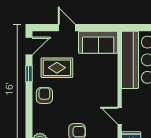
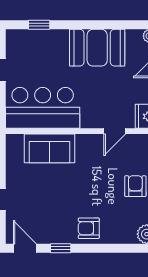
sofa: (98, 42) -> (49, 148), moved, turned 90
rug: (57, 68) -> (53, 212), removed

